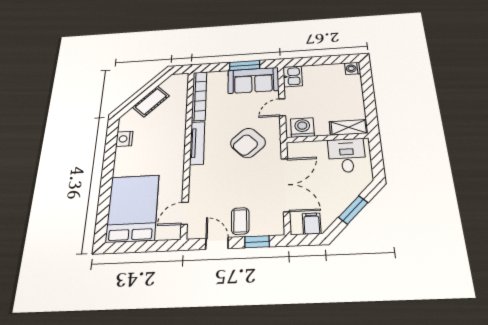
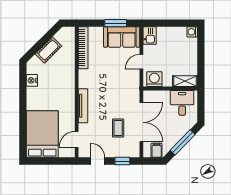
tv unit: (197, 143) -> (83, 106), moved
armchair: (248, 143) -> (117, 89), removed
window: (353, 210) -> (183, 142), width x1.44
coffee table: (240, 221) -> (118, 128), moved

